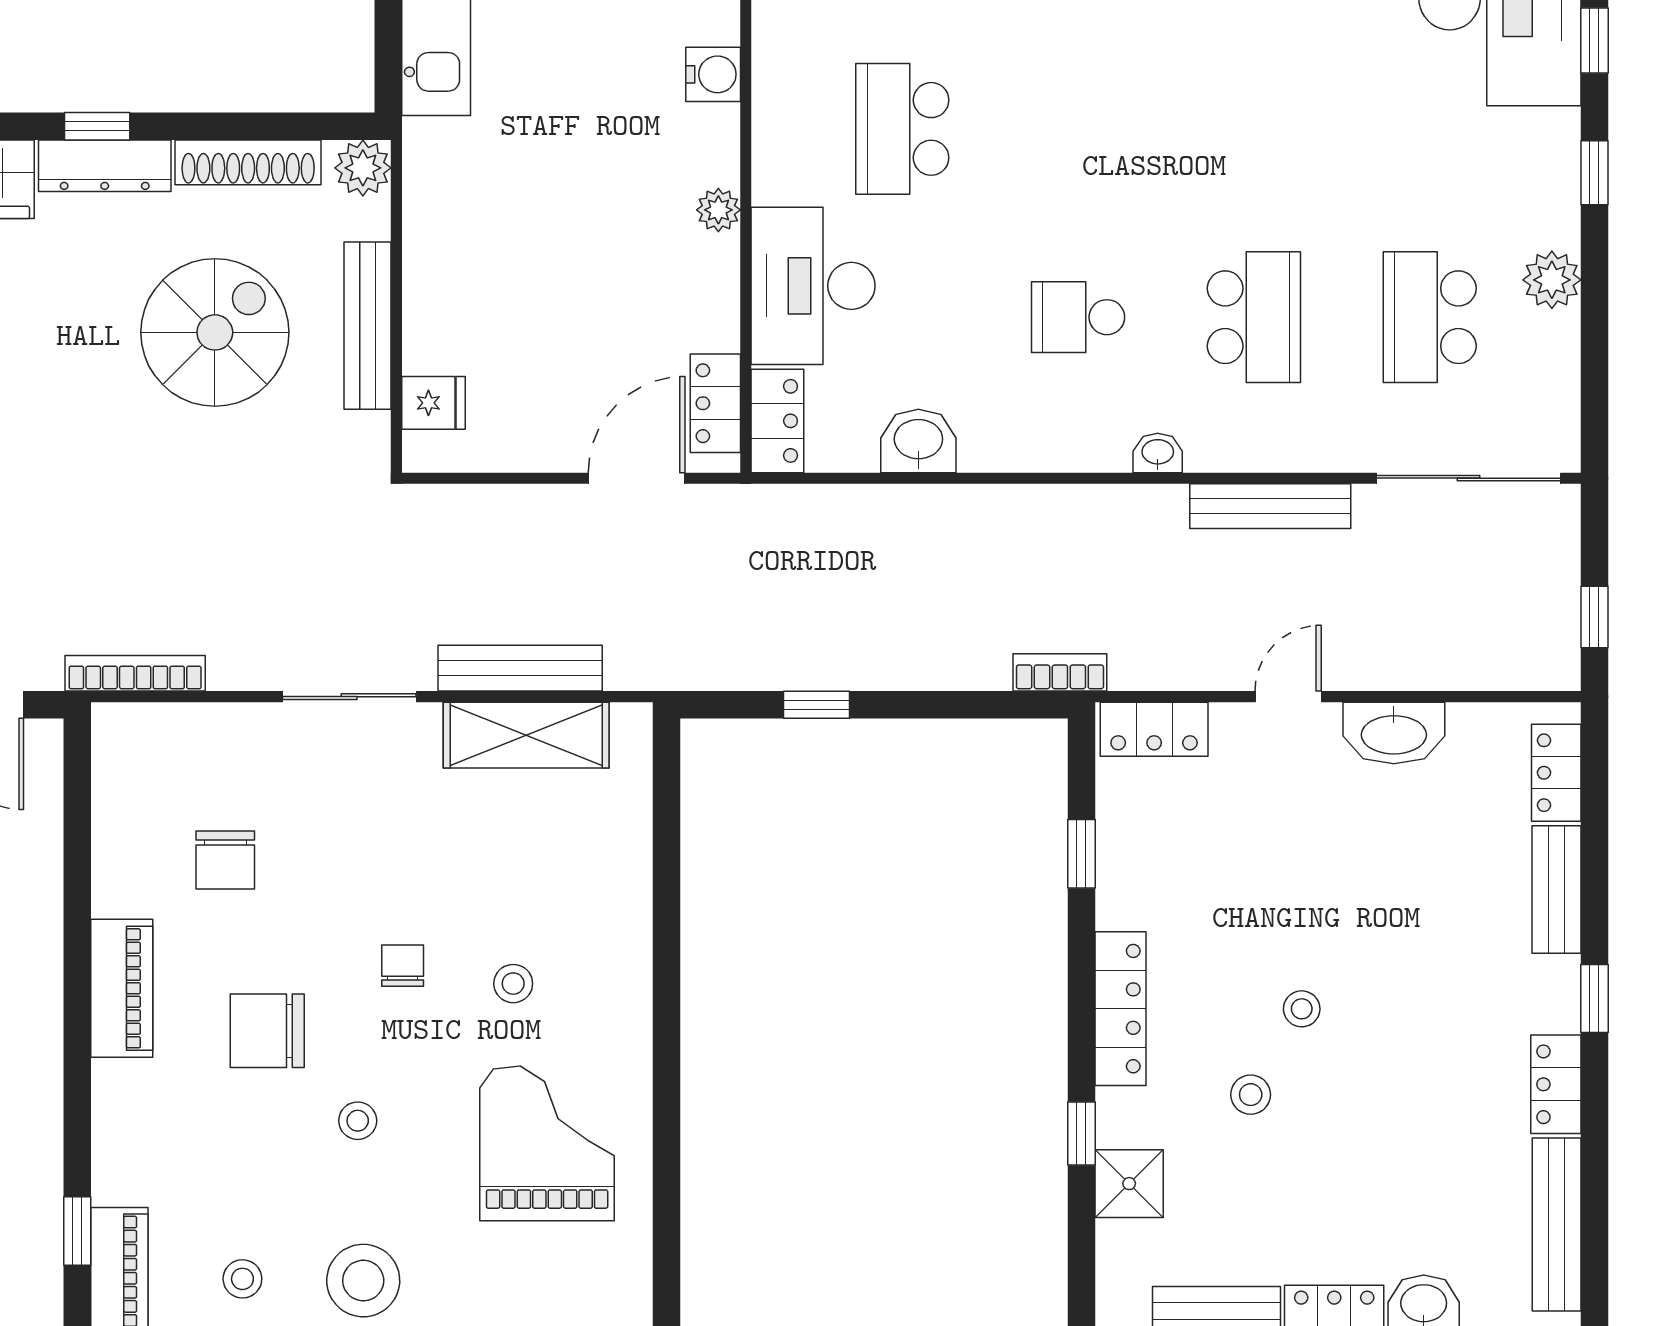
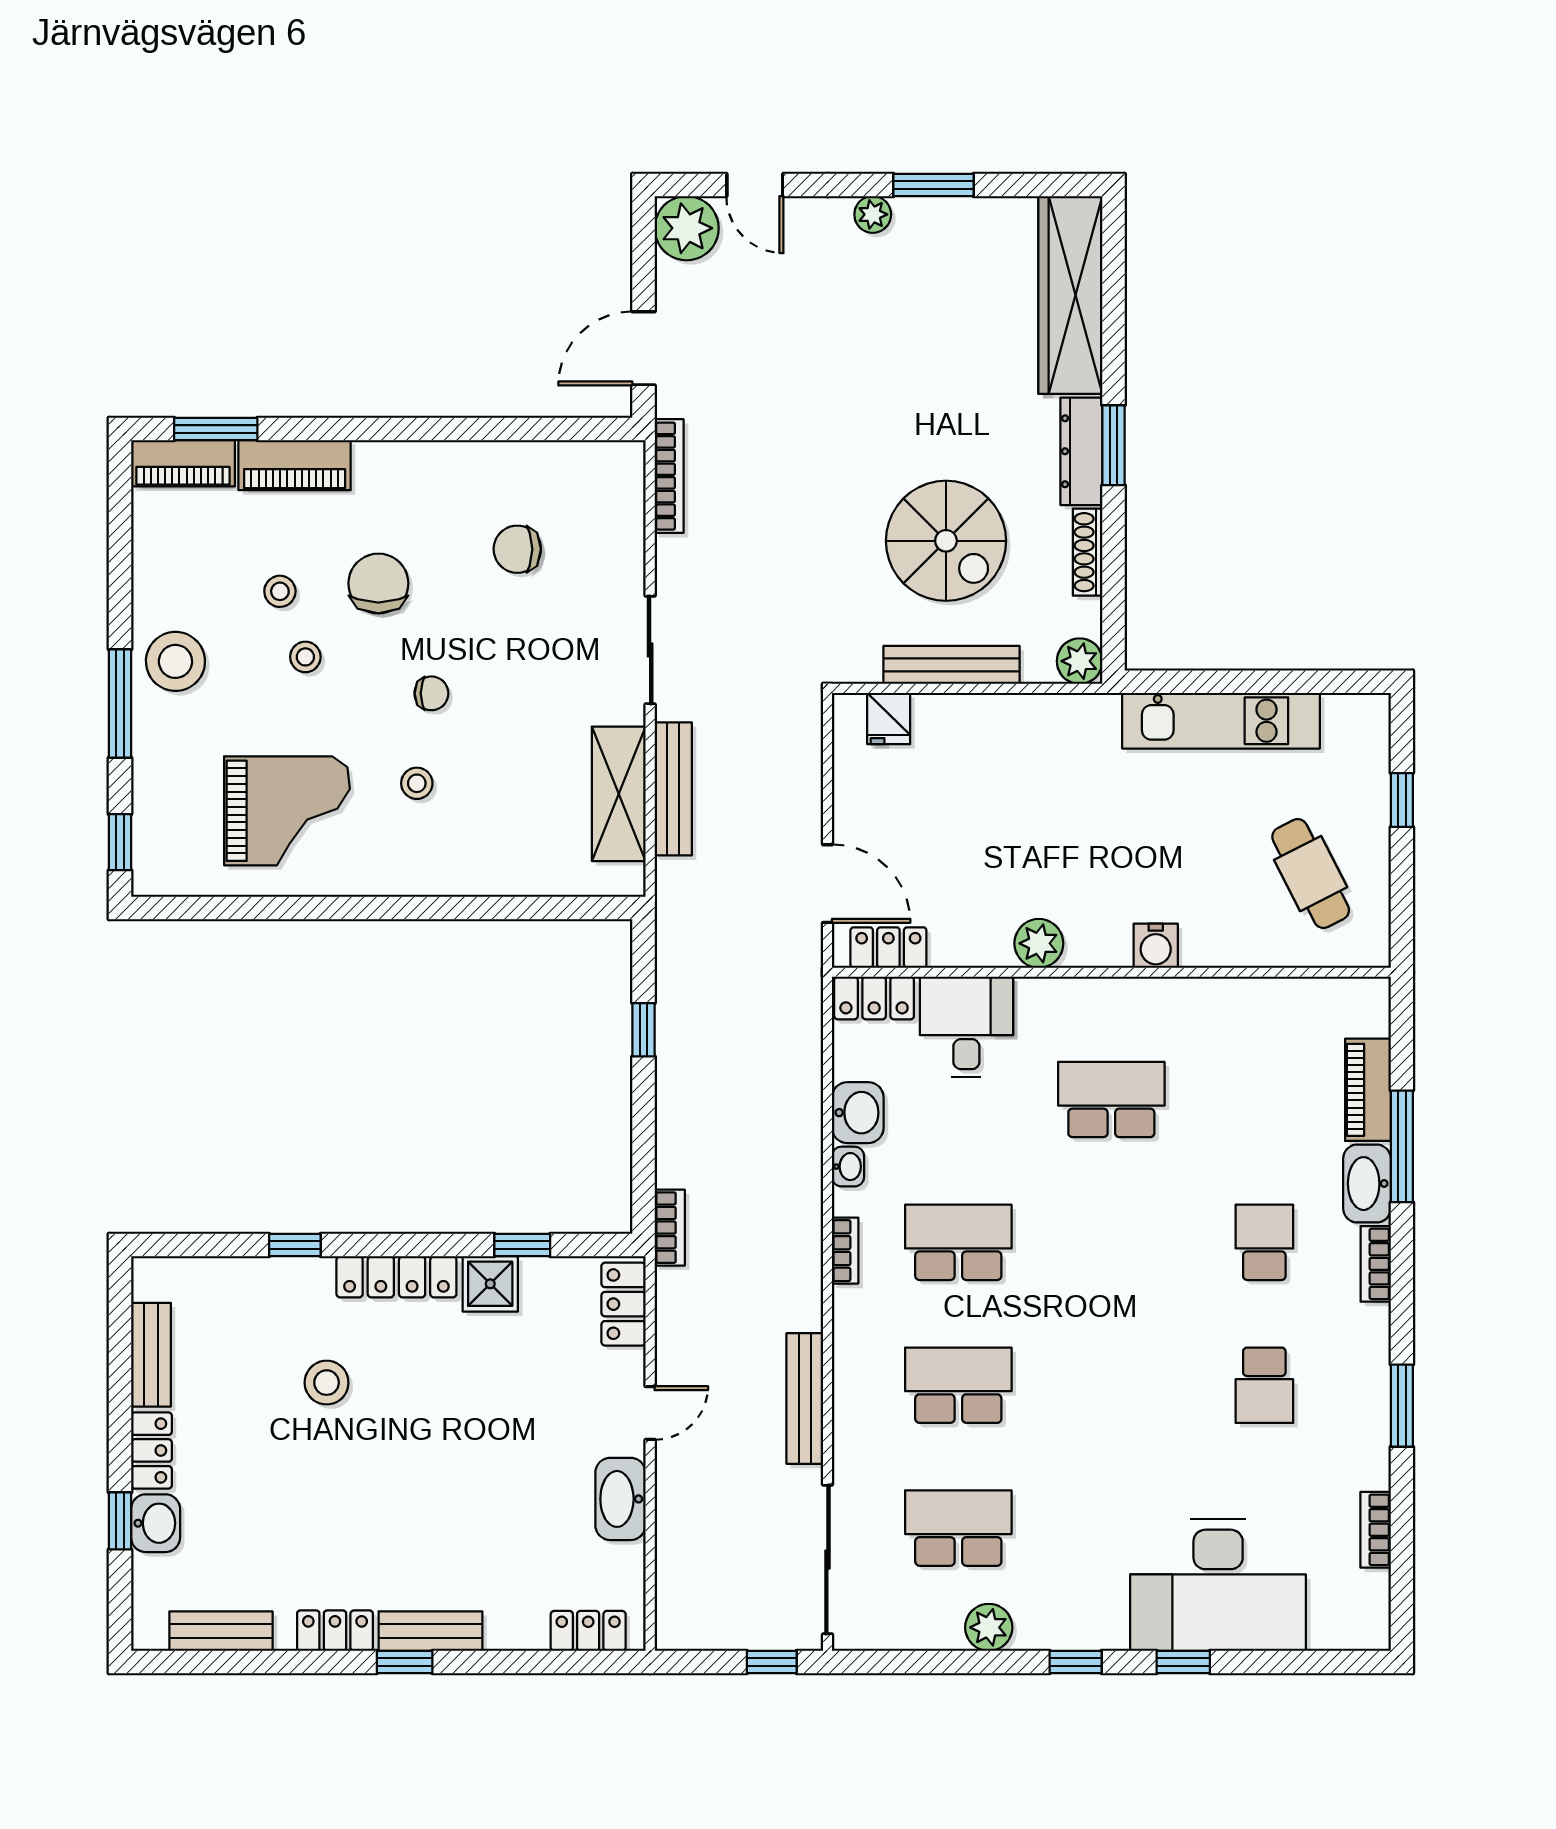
window: (97, 126) -> (1114, 445), width x1.50
shoe rack: (248, 162) -> (1088, 552), width x0.74, depth x0.81
plant: (718, 210) -> (1039, 943), width x1.38, depth x1.38
desk: (813, 286) -> (966, 1027), width x0.73
school desk: (1078, 317) -> (958, 1242), width x1.85
school desk: (1254, 317) -> (958, 1385), turned 180
washbasin: (1158, 453) -> (848, 1167), moved
bookcase: (1088, 457) -> (845, 1251), added
window: (1594, 617) -> (772, 1662), moved
door: (1288, 697) -> (650, 1413), hinge flipped
bench: (1556, 890) -> (430, 1631), moved
piano: (122, 988) -> (295, 465), moved
stool: (1302, 1009) -> (396, 1424), removed
stool: (1251, 1095) -> (327, 1383), width x1.37, depth x1.37
shower: (1129, 1184) -> (490, 1284), moved
bench: (1557, 1225) -> (221, 1631), width x0.73
window: (77, 1231) -> (216, 429), width x1.50
stool: (242, 1279) -> (280, 591), moved

